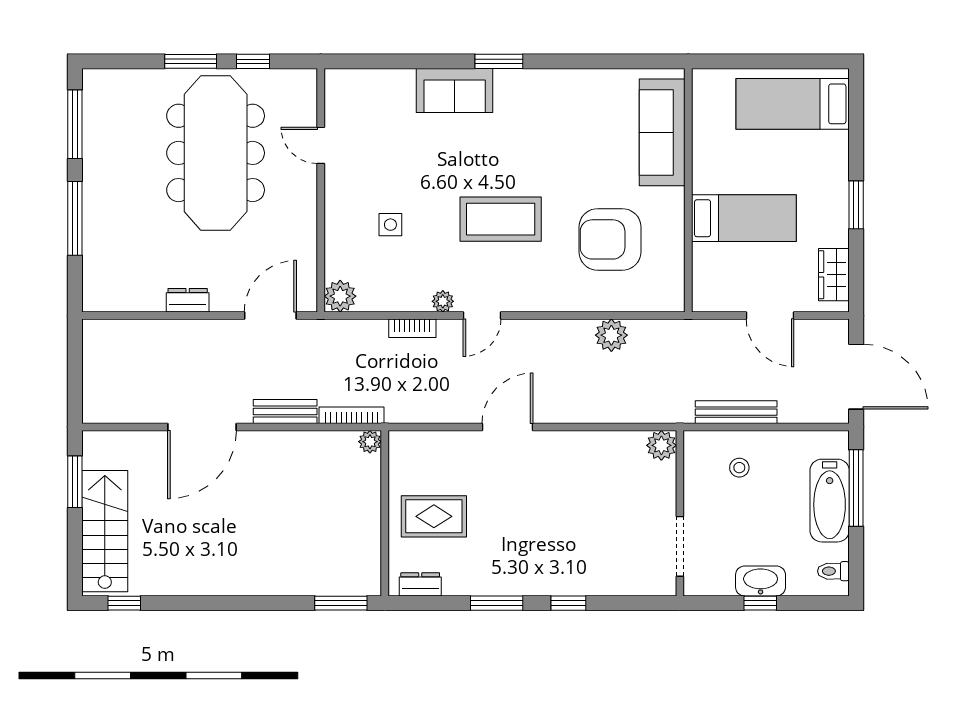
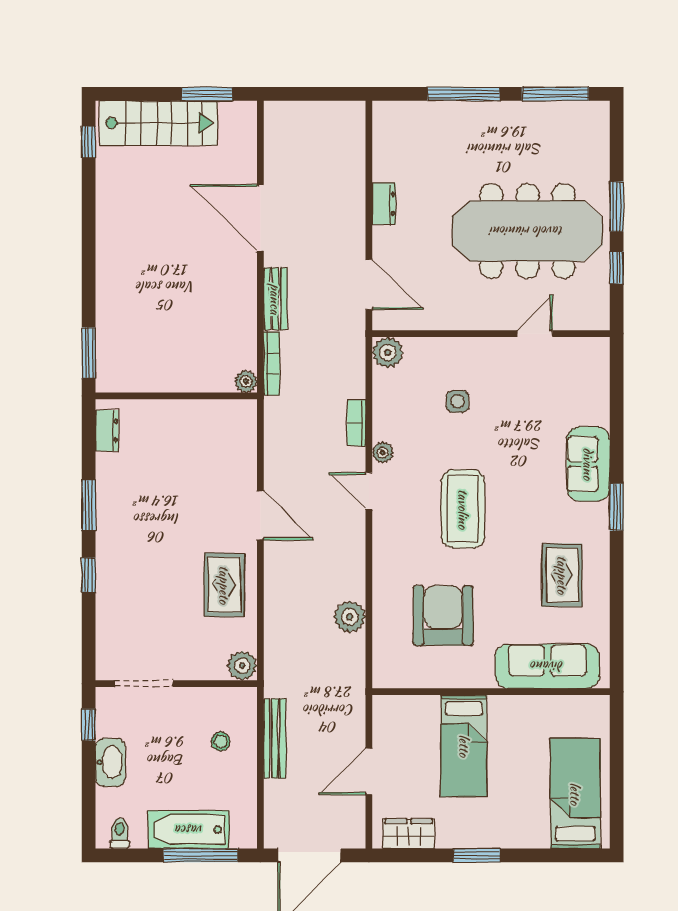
rug: (569, 117) -> (562, 575), added
rug: (434, 516) -> (224, 585), moved
window: (760, 603) -> (89, 725), moved

